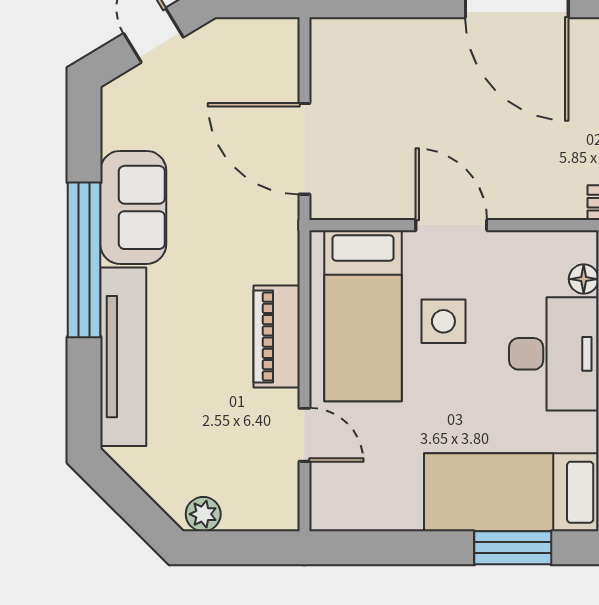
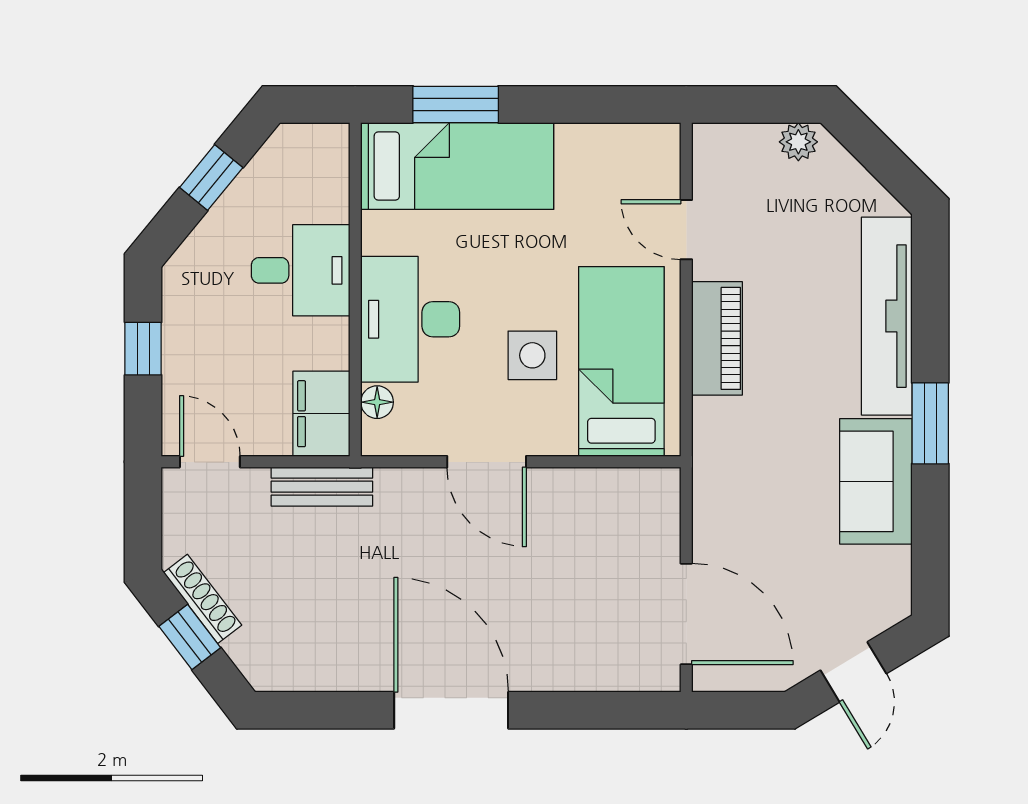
door: (304, 149) -> (686, 614), moved
door: (451, 225) -> (487, 462), moved
window: (84, 260) -> (930, 423), width x0.47

